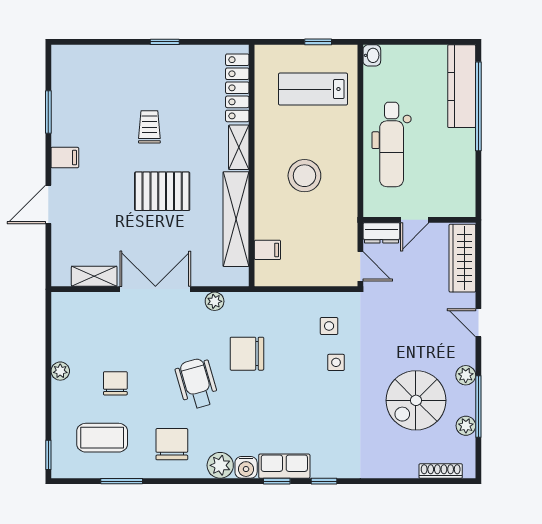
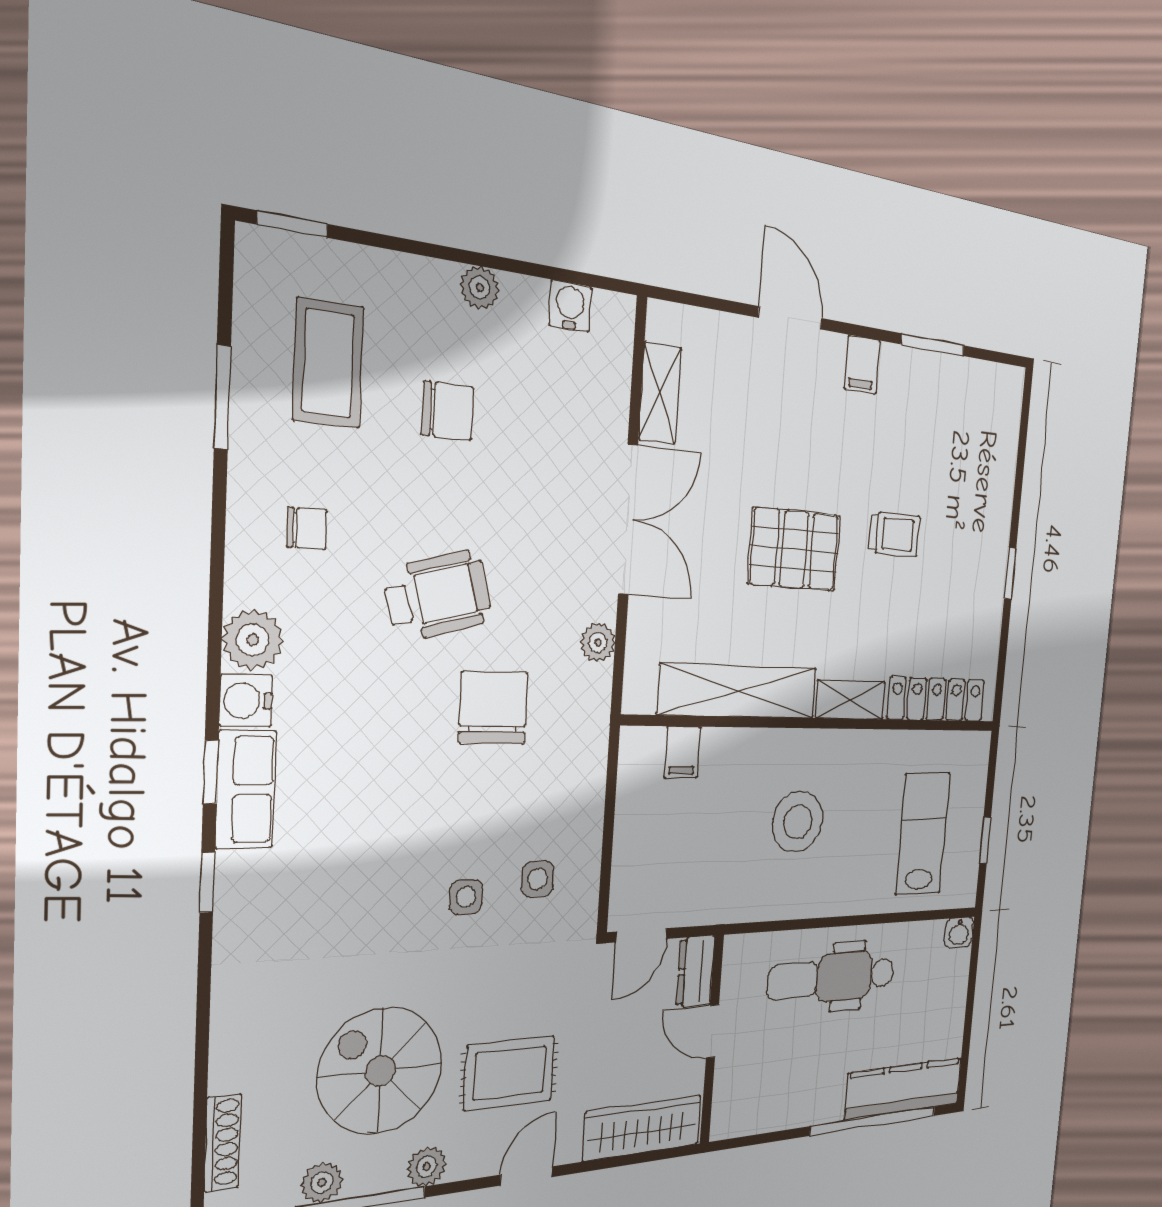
pallet: (162, 191) -> (794, 549), turned 90
water cooler: (61, 326) -> (570, 306), added
rug: (424, 335) -> (510, 1073), added
chair: (172, 444) -> (307, 528), width x0.54, depth x0.54

